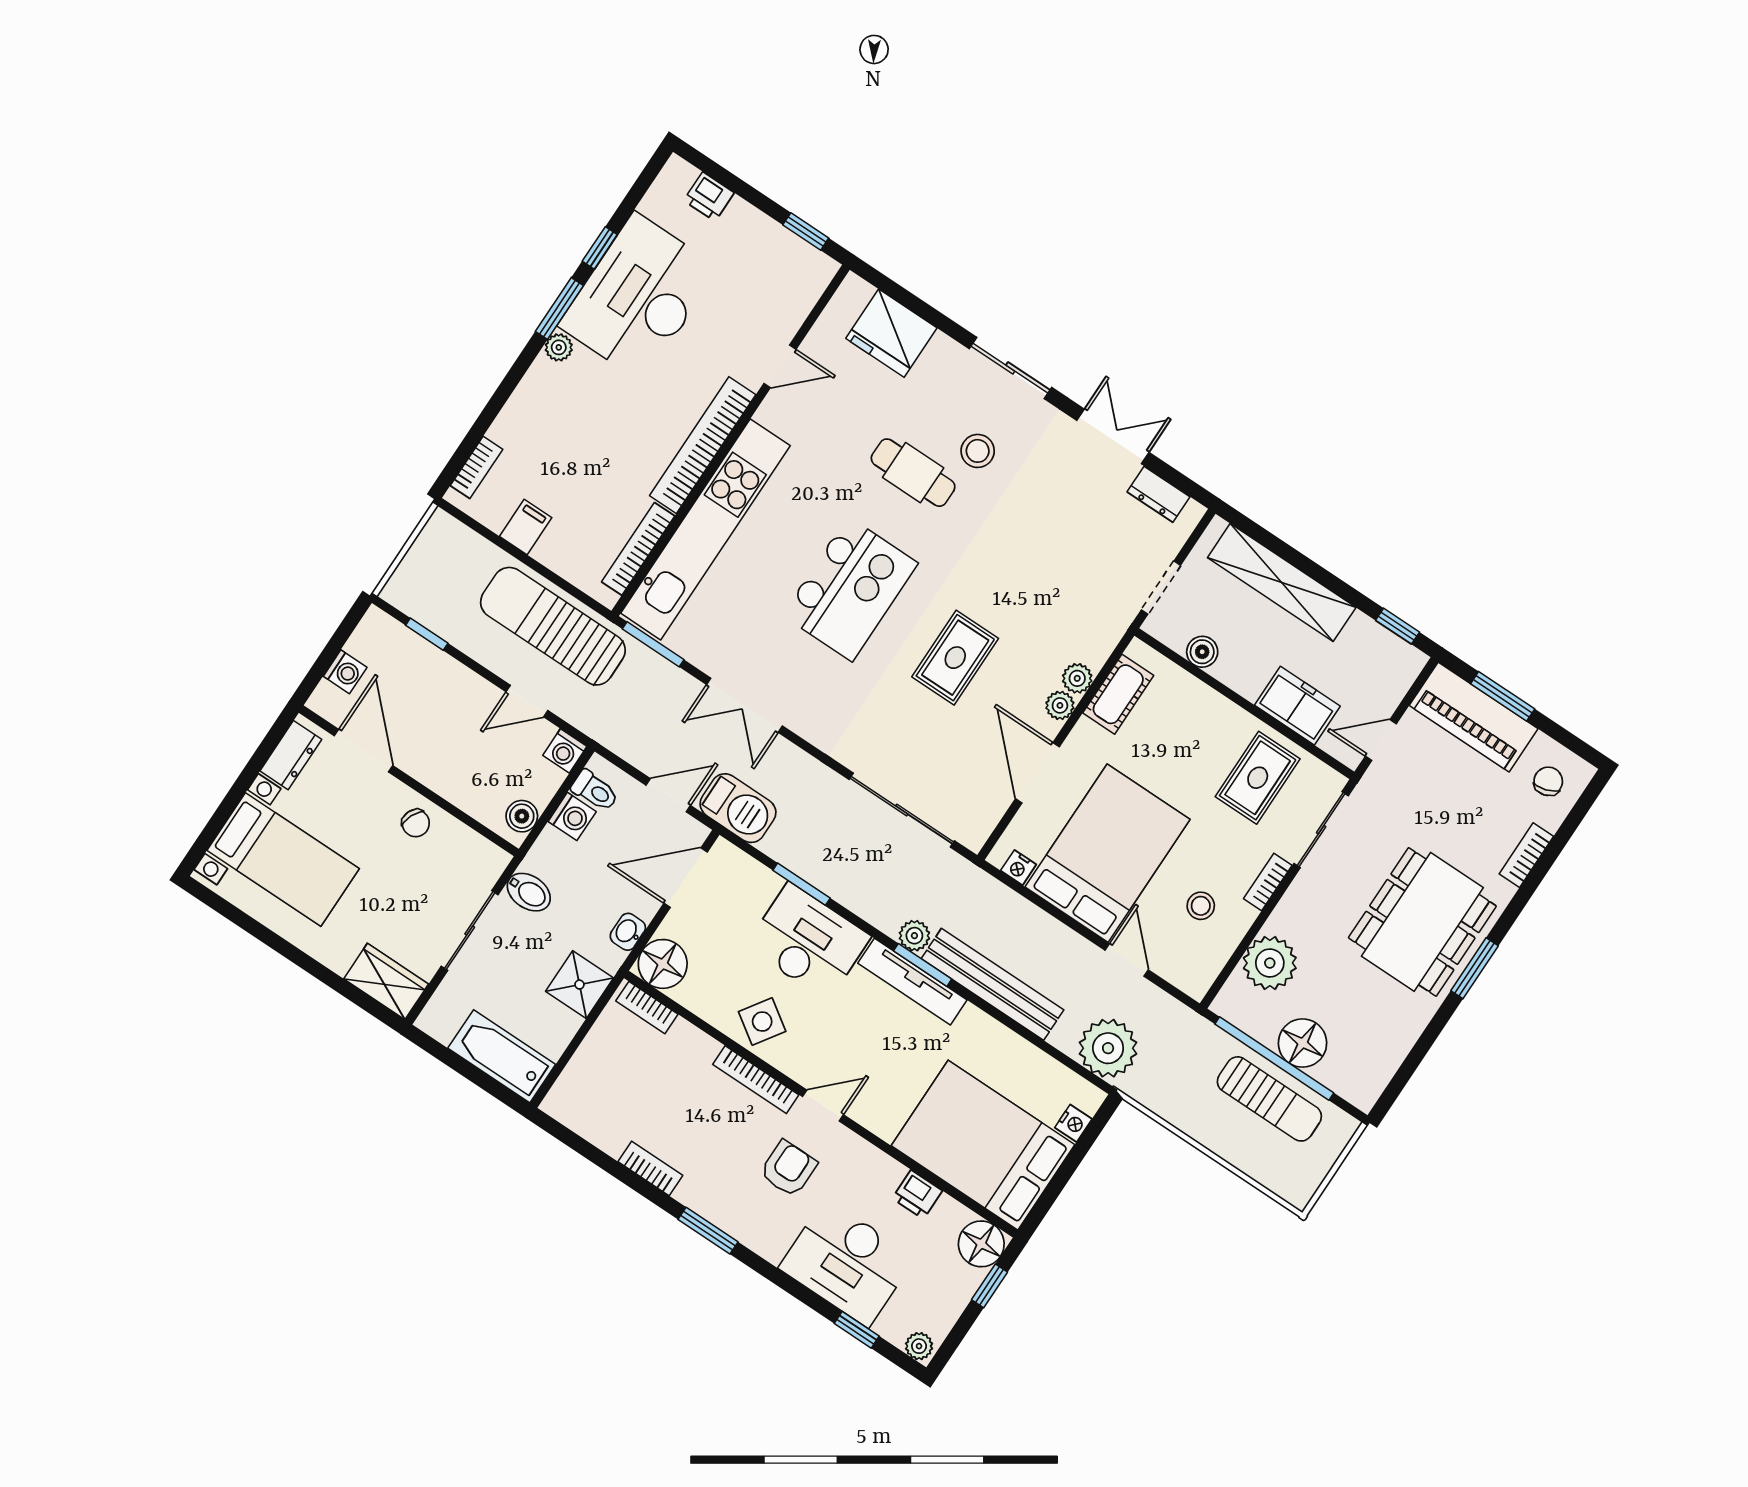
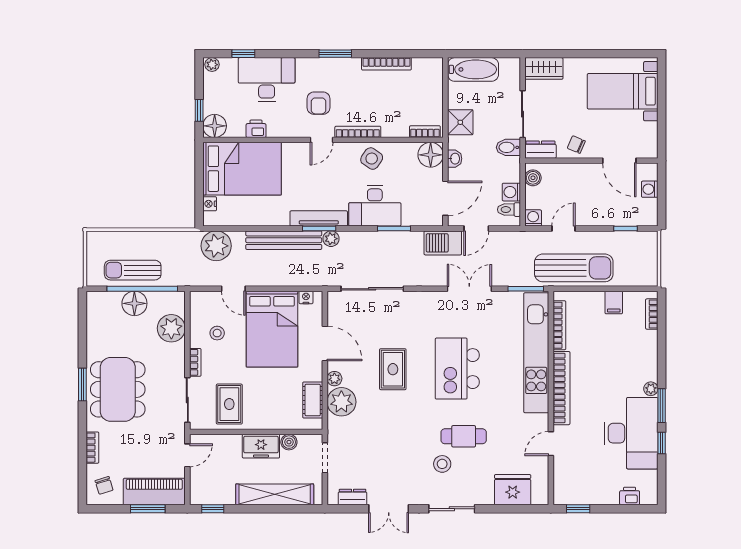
plant: (1077, 678) -> (341, 402), width x1.87, depth x1.87
freezer: (1297, 706) -> (261, 446), moved
dresser: (291, 755) -> (540, 150), moved, turned 90
bookcase: (650, 1169) -> (386, 64), width x1.56

